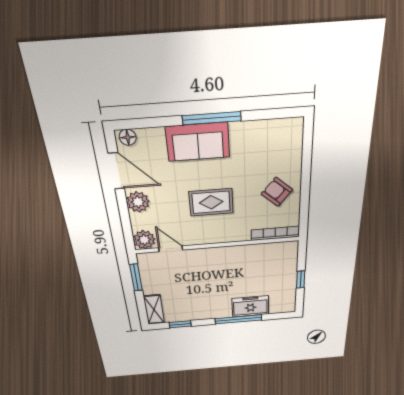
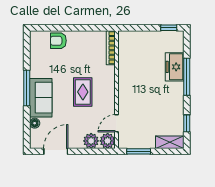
floor lamp: (128, 137) -> (35, 123), moved
armchair: (277, 192) -> (58, 41), moved, turned 49
plant: (138, 202) -> (91, 141), moved
window: (301, 280) -> (169, 28), moved

